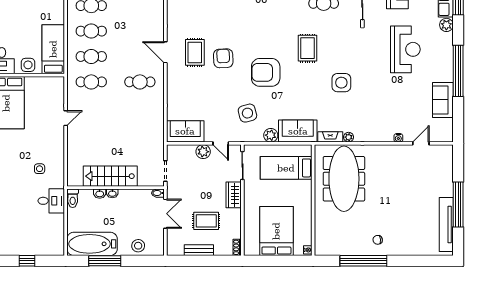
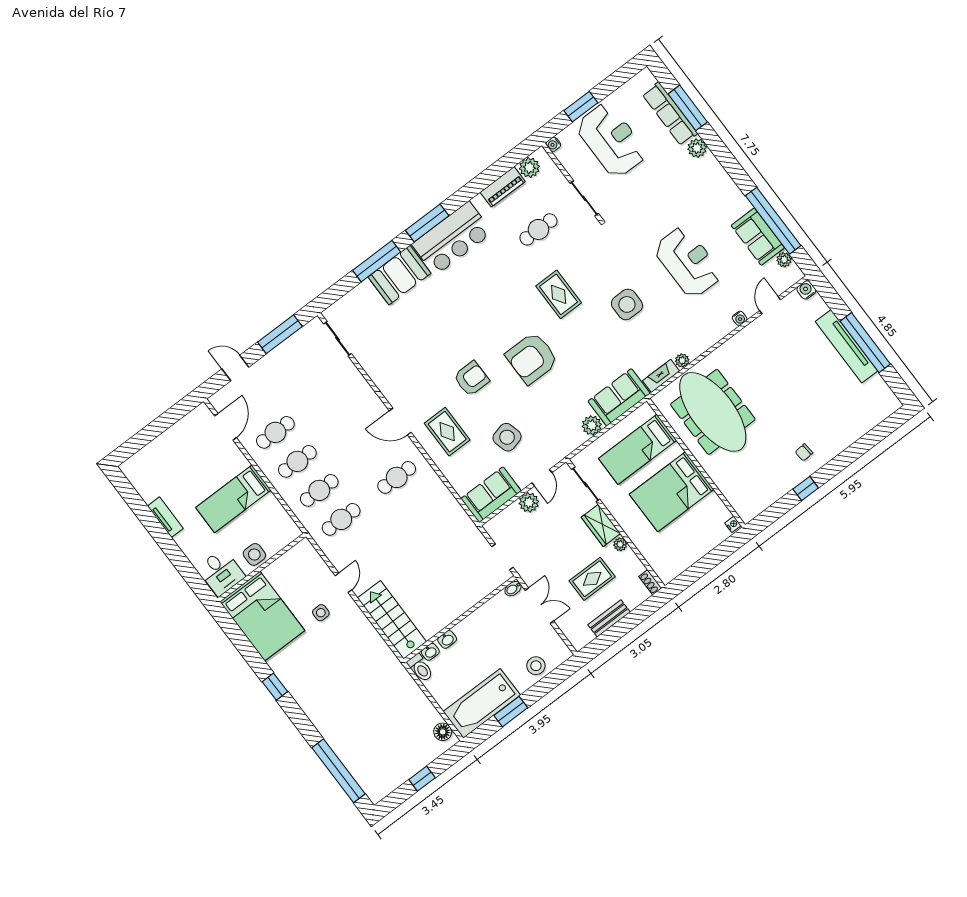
bed: (53, 49) -> (233, 499), moved, turned -90
reception desk: (405, 49) -> (688, 262), moved
rug: (195, 52) -> (447, 432), moved
armchair: (223, 58) -> (471, 379), turned 93
window: (458, 71) -> (773, 221), moved
side table: (247, 113) -> (507, 437), moved
plant: (448, 124) -> (784, 260), added
door: (221, 143) -> (542, 478), hinge flipped
water cooler: (448, 150) -> (806, 290), added
side table: (40, 169) -> (321, 613), moved
stairs: (110, 176) -> (392, 620), moved, turned 90
washbasin: (112, 193) -> (430, 652), moved
desk: (51, 201) -> (398, 689), removed
plant: (236, 214) -> (620, 544), added
tv unit: (446, 224) -> (847, 346), moved
bed: (276, 231) -> (672, 492), moved, turned -90
floor lamp: (58, 243) -> (443, 732), added
window: (105, 261) -> (511, 712), width x0.69
window: (363, 261) -> (806, 489), width x0.32

